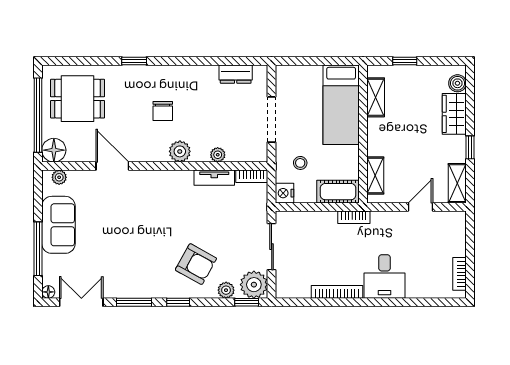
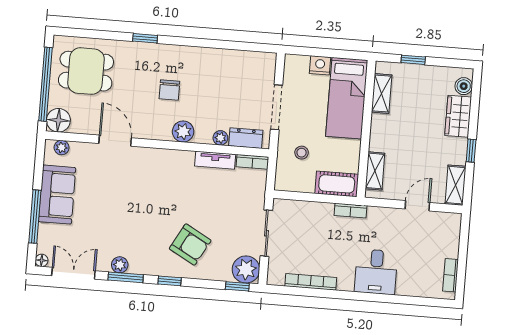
dresser: (236, 74) -> (246, 138), moved, turned 180
nightstand: (285, 193) -> (320, 65), moved, turned 90
plant: (226, 290) -> (120, 265), moved
bookcase: (337, 292) -> (311, 282), moved

